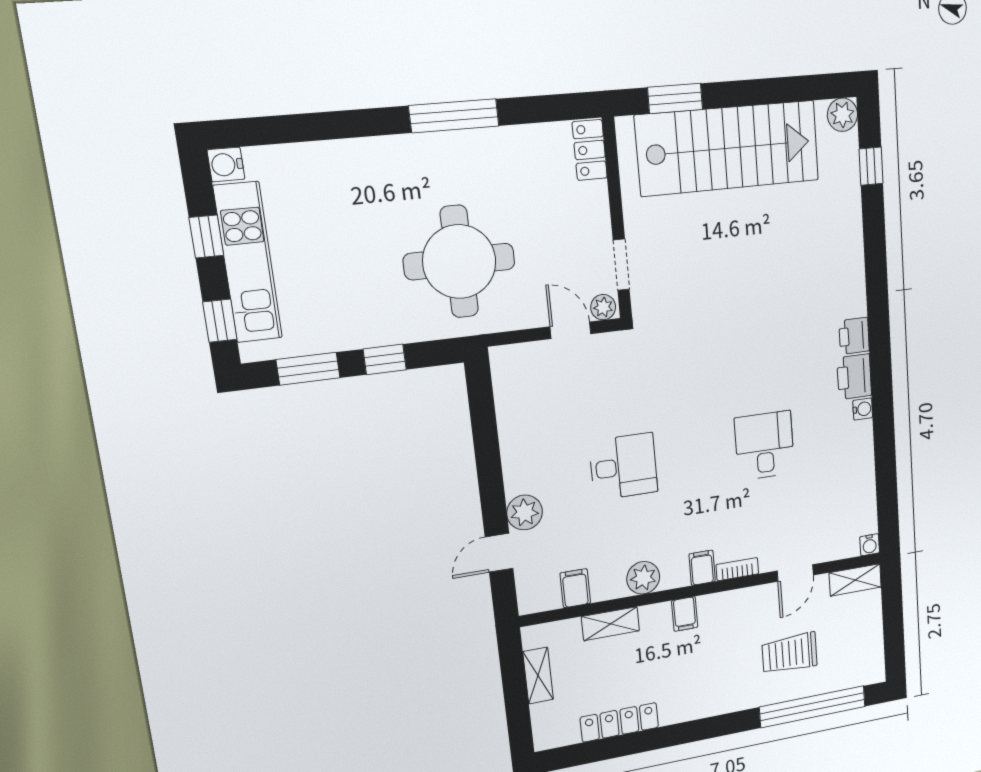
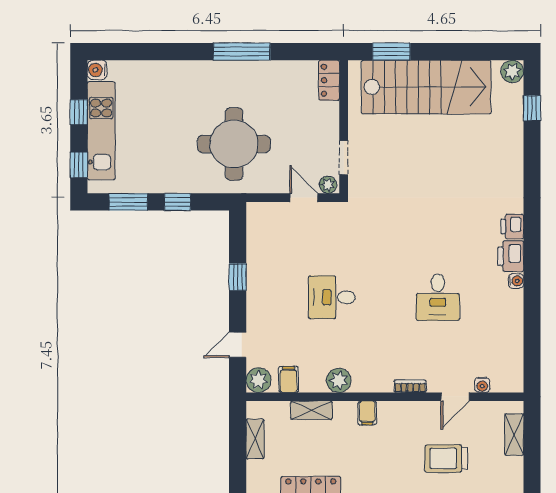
desk: (765, 445) -> (438, 297), turned 180
window: (488, 458) -> (238, 277), added
desk: (623, 467) -> (332, 297), turned 180
plant: (525, 512) -> (259, 380), moved
water cooler: (870, 545) -> (482, 385), moved
filing cabinet: (702, 568) -> (383, 380), removed
shelving: (855, 580) -> (514, 434), moved, turned 90

